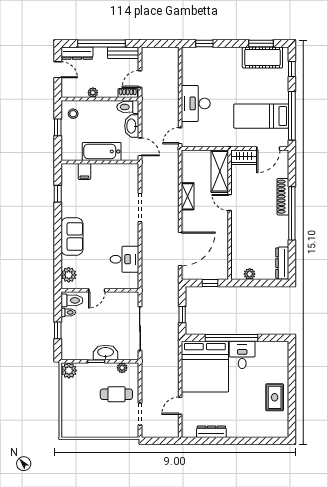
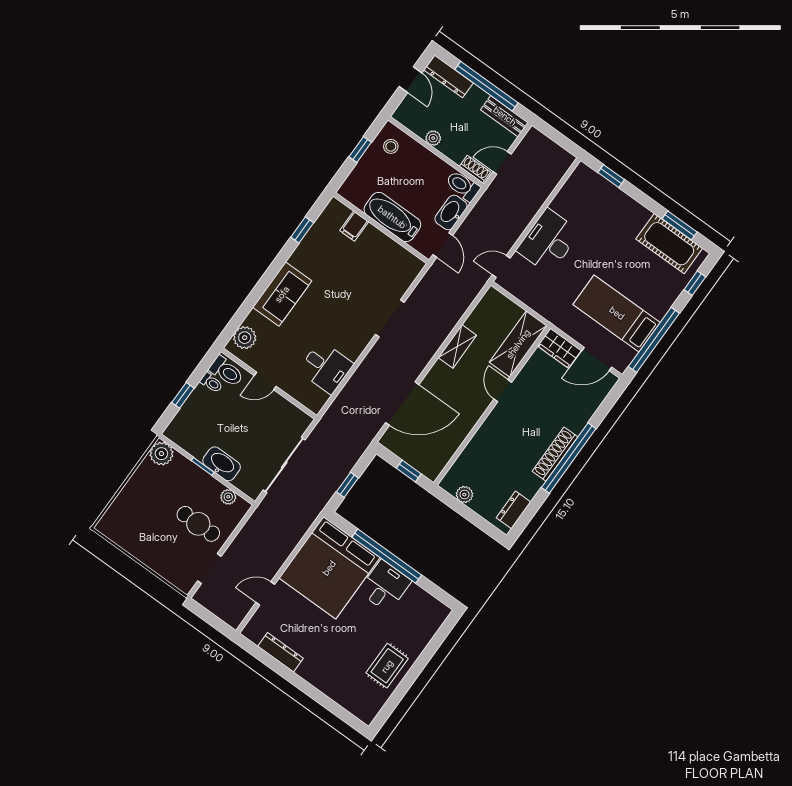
shoe rack: (283, 197) -> (555, 454), moved
dresser: (282, 263) -> (514, 510), width x0.70

